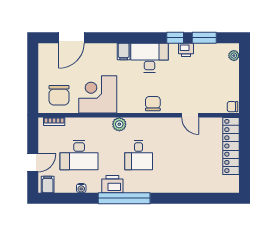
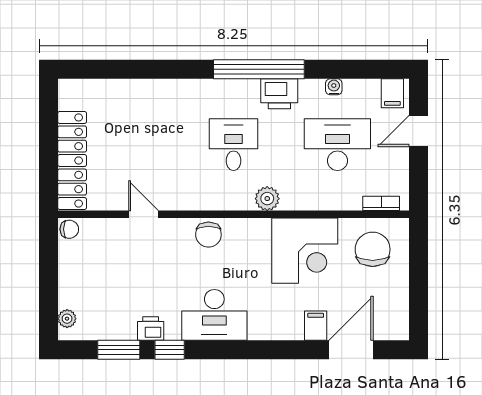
filing cabinet: (124, 52) -> (316, 326), moved

